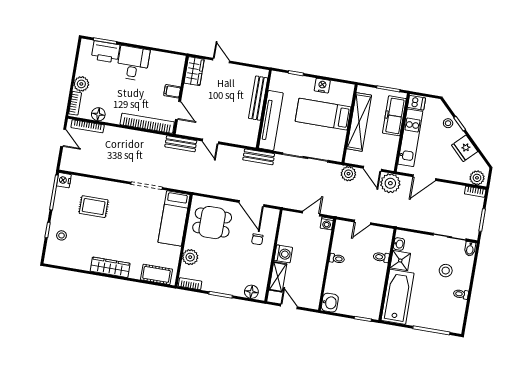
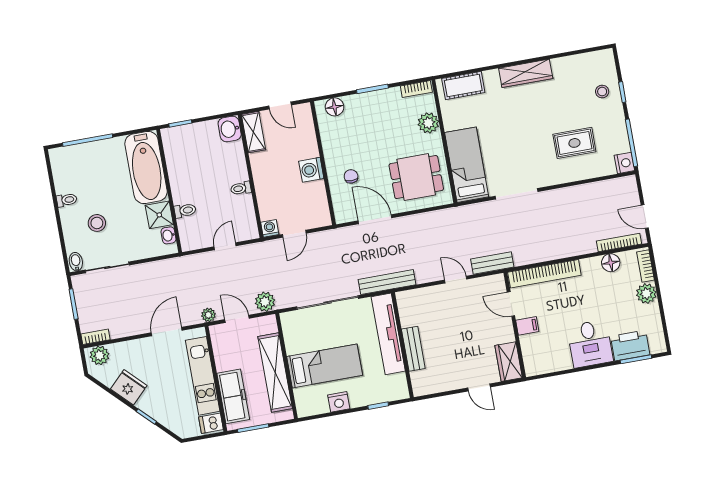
bench: (258, 98) -> (413, 349), width x0.73
stool: (448, 123) -> (161, 412), removed
bench: (259, 157) -> (387, 282), width x1.36
plant: (390, 183) -> (208, 315), width x0.53, depth x0.53
shelving: (278, 277) -> (253, 132), moved

